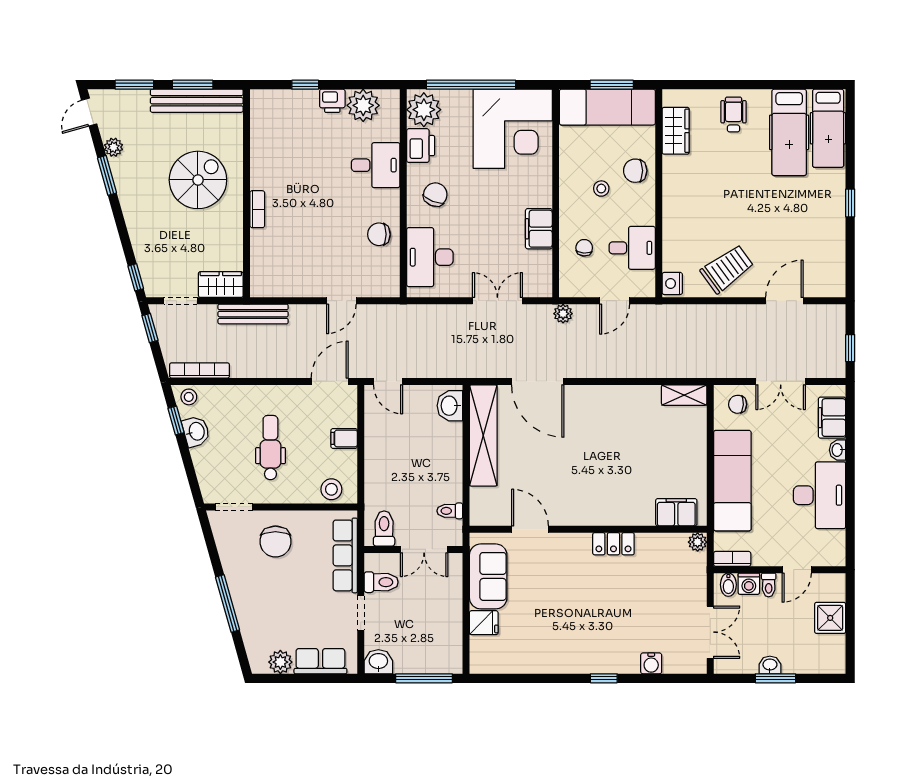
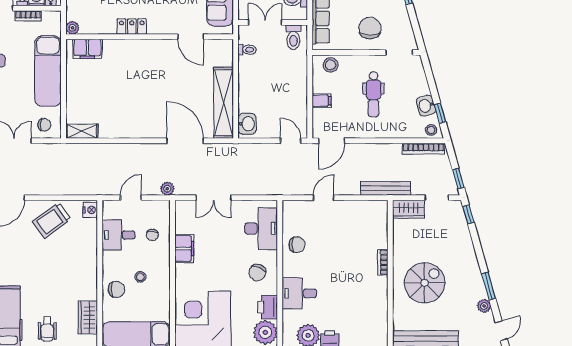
spiral stairs: (198, 180) -> (425, 283), turned 180
bookcase: (732, 559) -> (28, 16), moved

